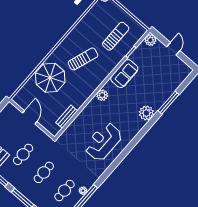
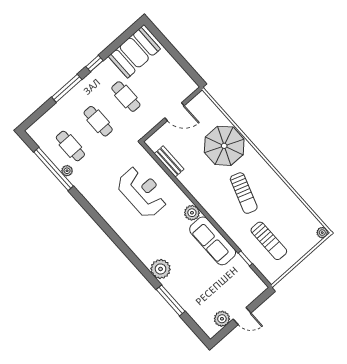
plant: (150, 40) -> (222, 319), moved
sofa: (124, 74) -> (213, 241), width x1.36
reception desk: (103, 142) -> (142, 192), moved

